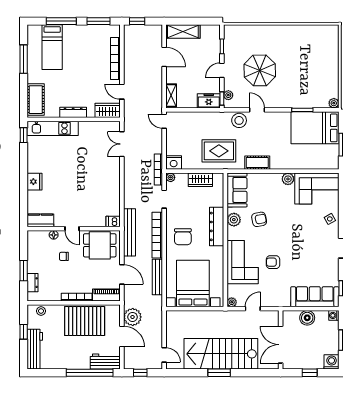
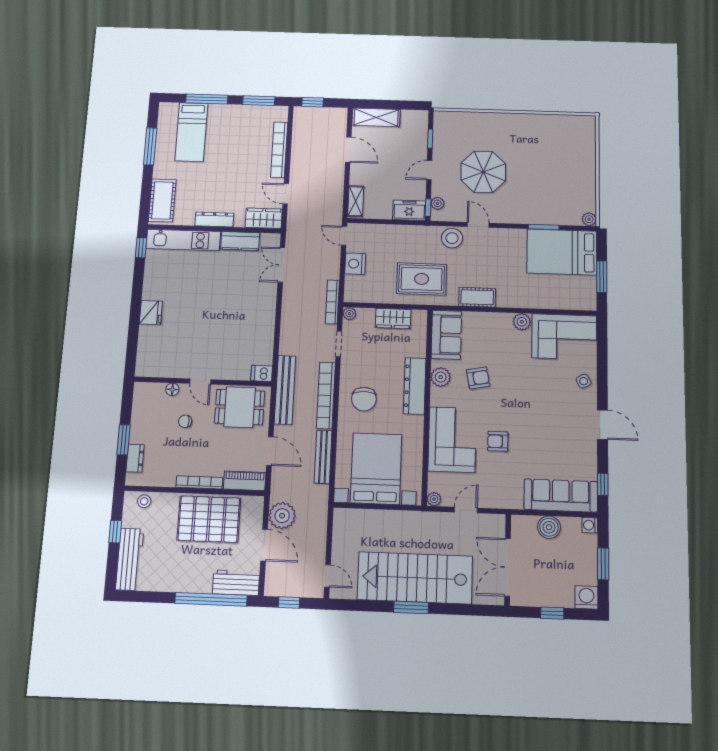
nightstand: (174, 162) -> (355, 264), moved, turned 90
kitchen counter: (40, 220) -> (240, 241), moved, turned 180

